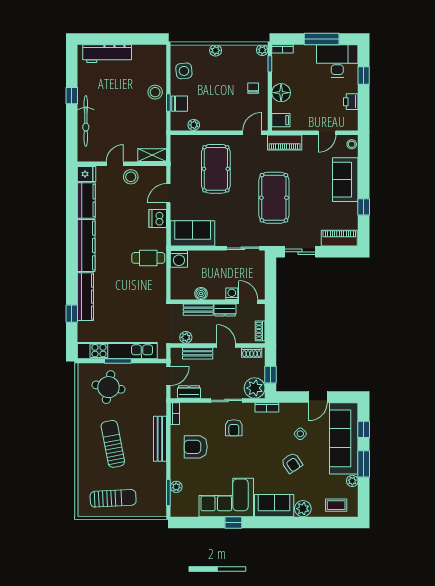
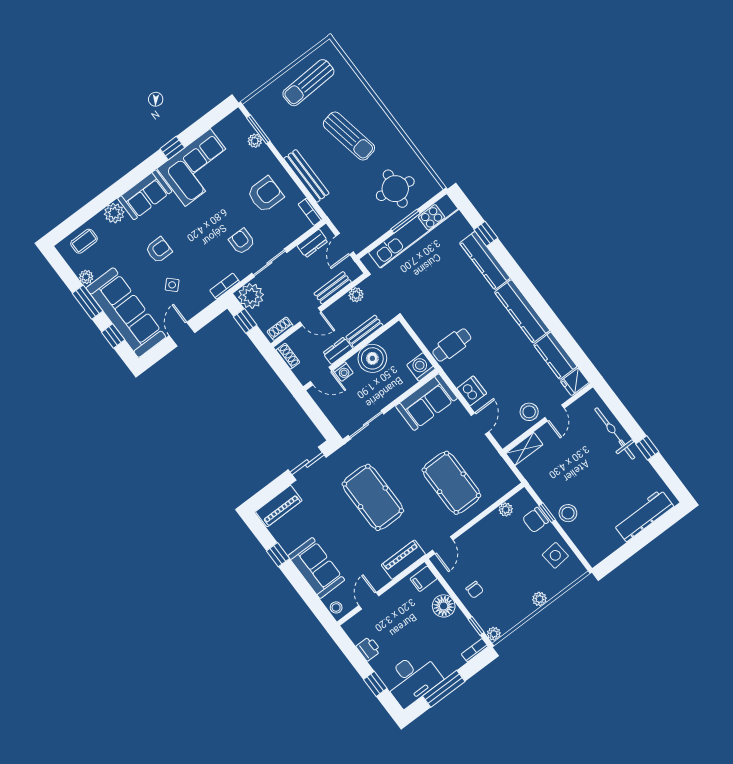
boiler: (201, 294) -> (372, 358), width x1.86, depth x1.86
armchair: (292, 463) -> (159, 250), turned 124

